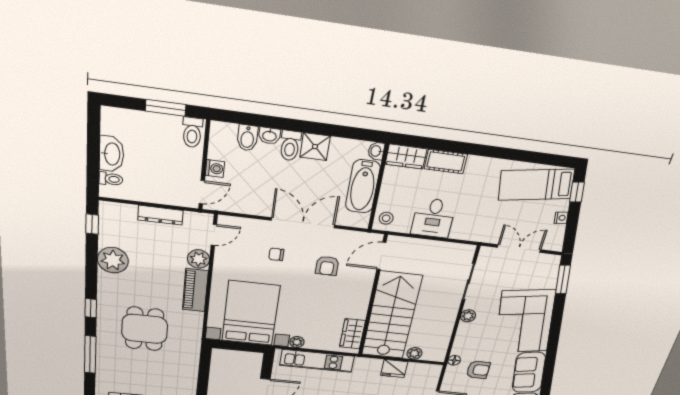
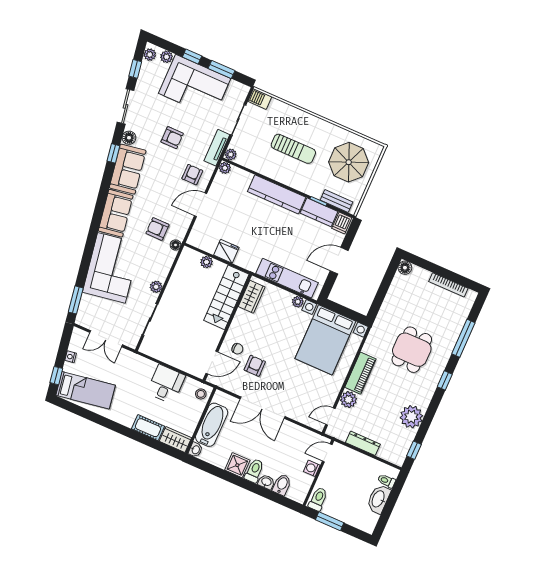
chair: (276, 254) -> (237, 349), moved
stairs: (391, 316) -> (226, 297), width x0.73, depth x0.66

